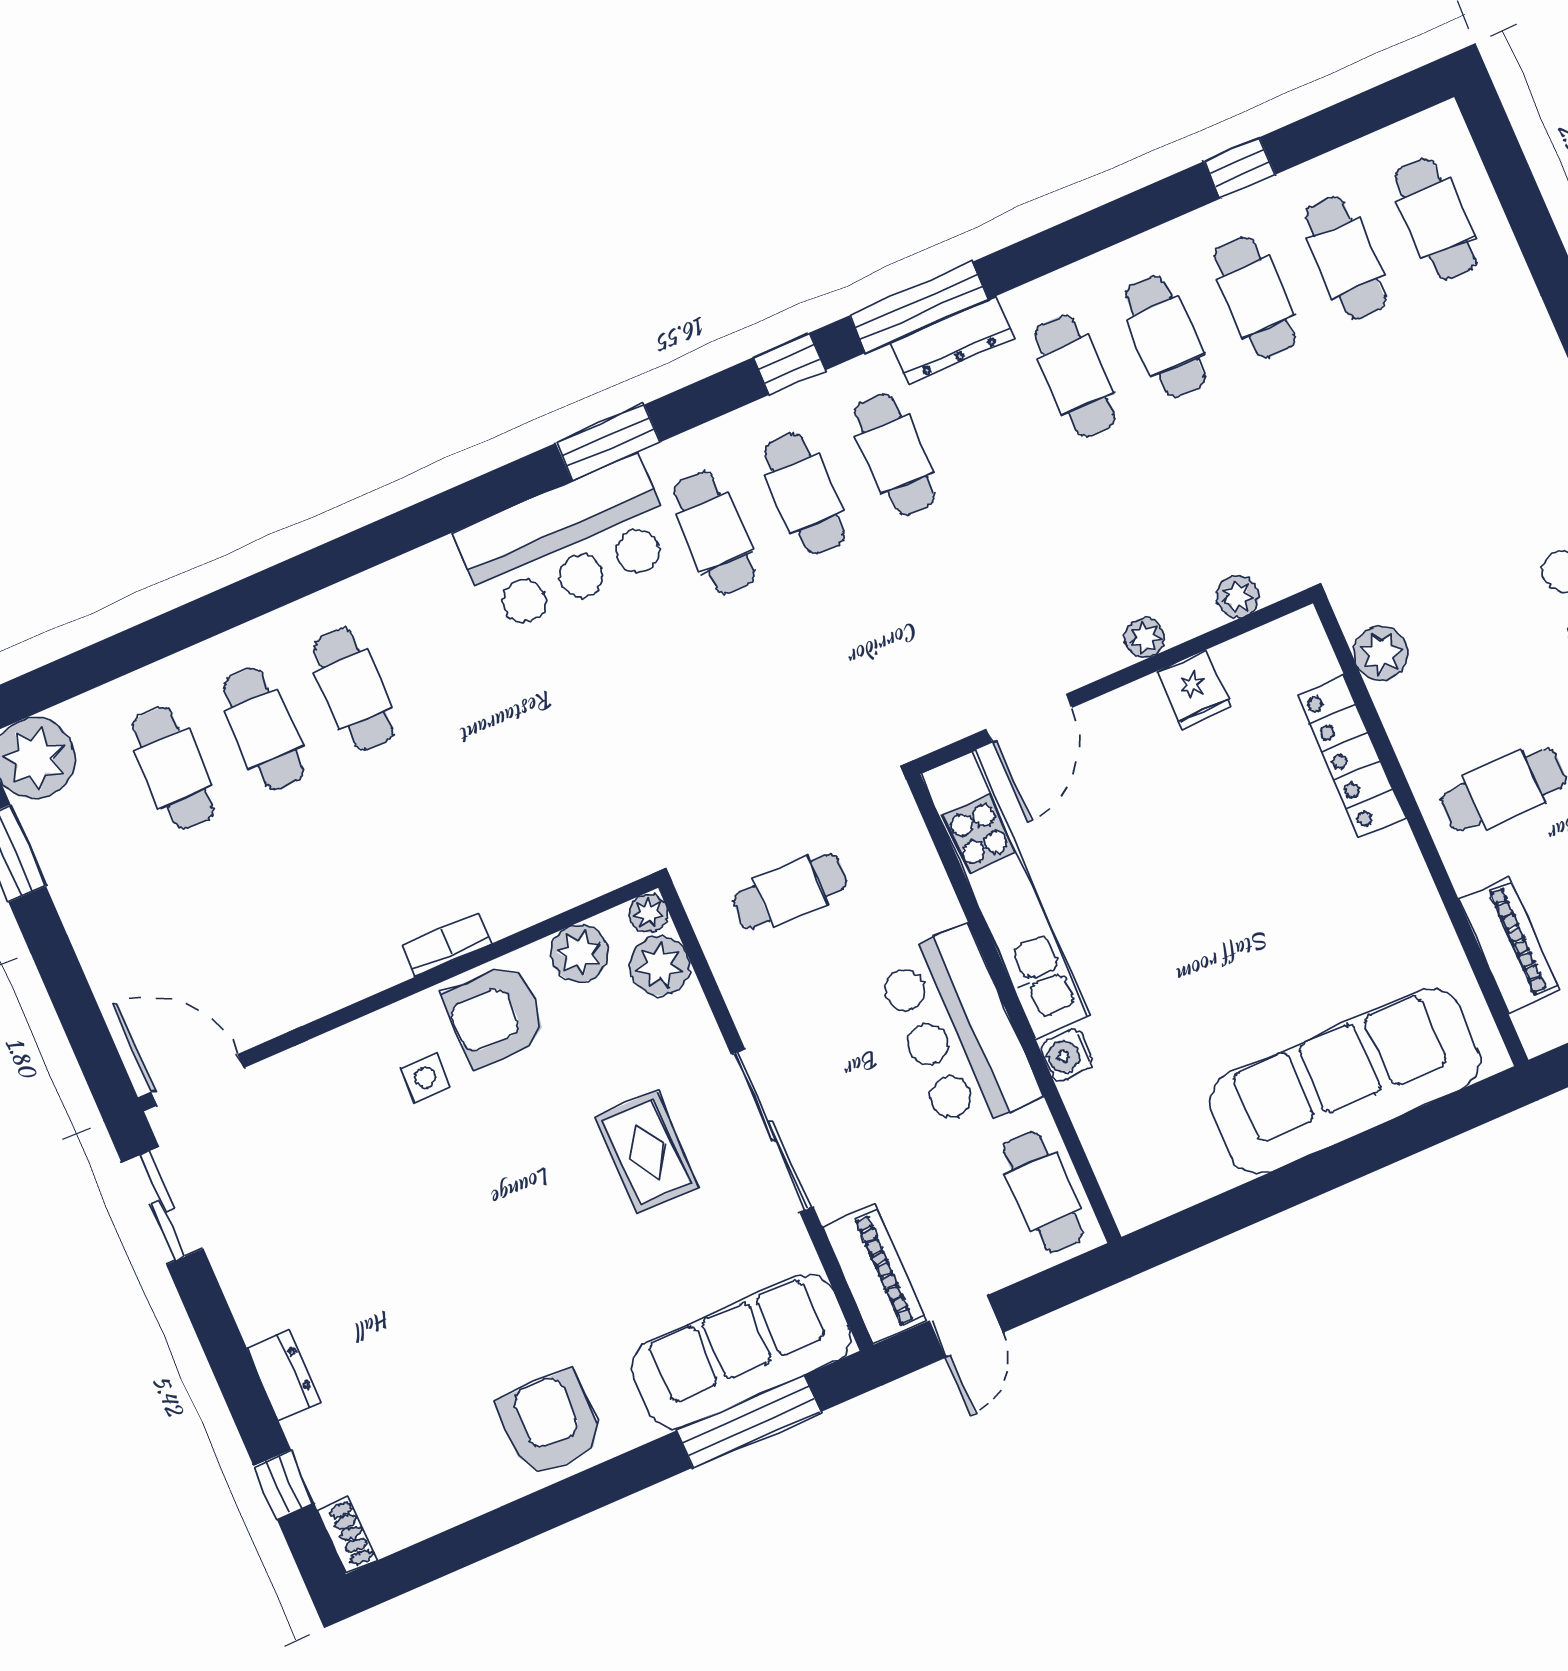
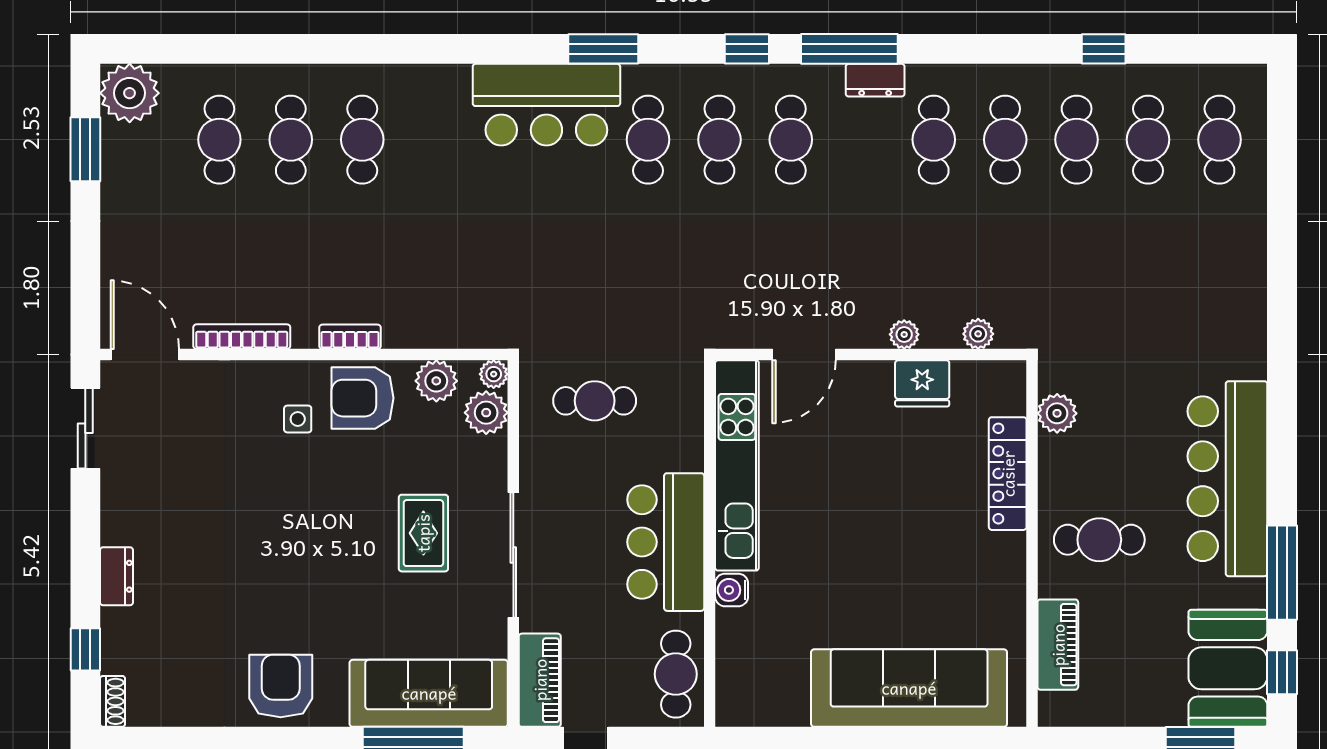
dresser: (952, 340) -> (875, 80), width x0.70
fridge: (1194, 690) -> (922, 383), width x1.38
bookcase: (310, 1004) -> (242, 337), added

